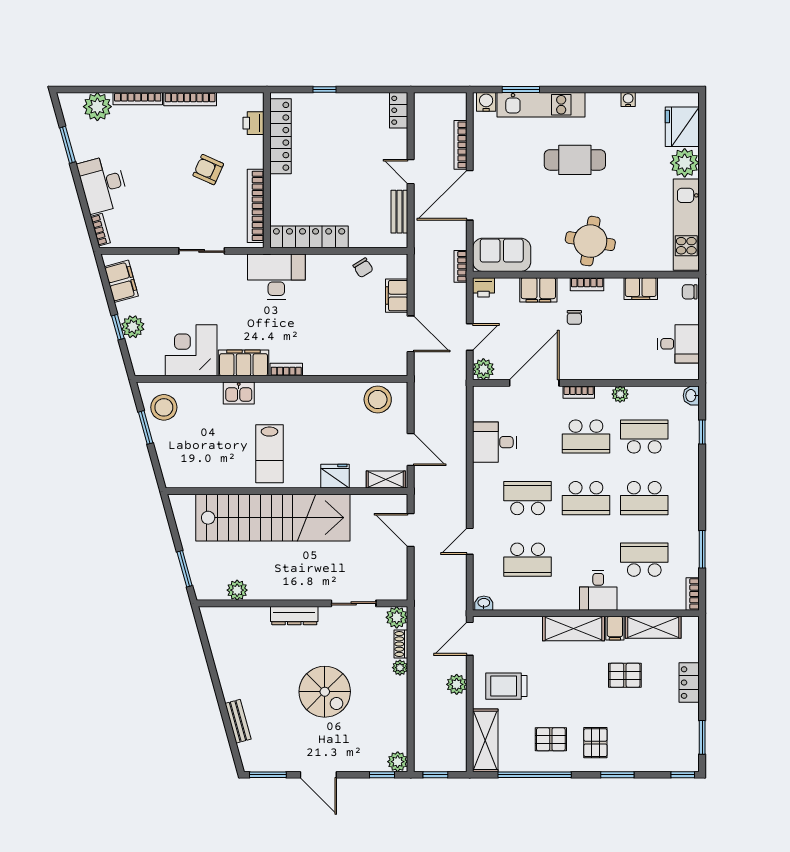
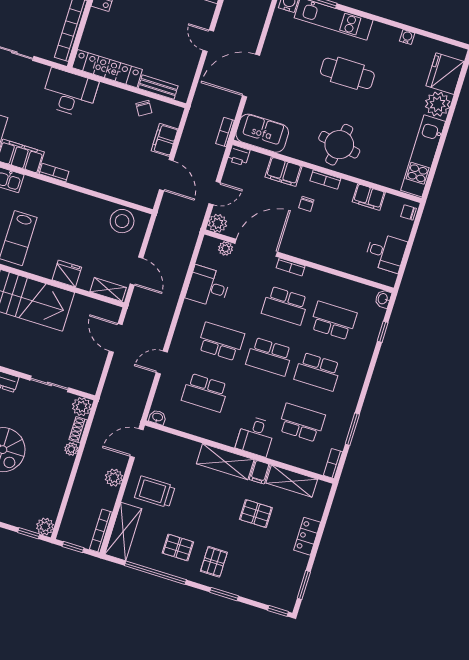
bookcase: (461, 145) -> (101, 531), moved
bench: (399, 212) -> (158, 87), moved, turned 90
plant: (620, 394) -> (226, 248), moved

